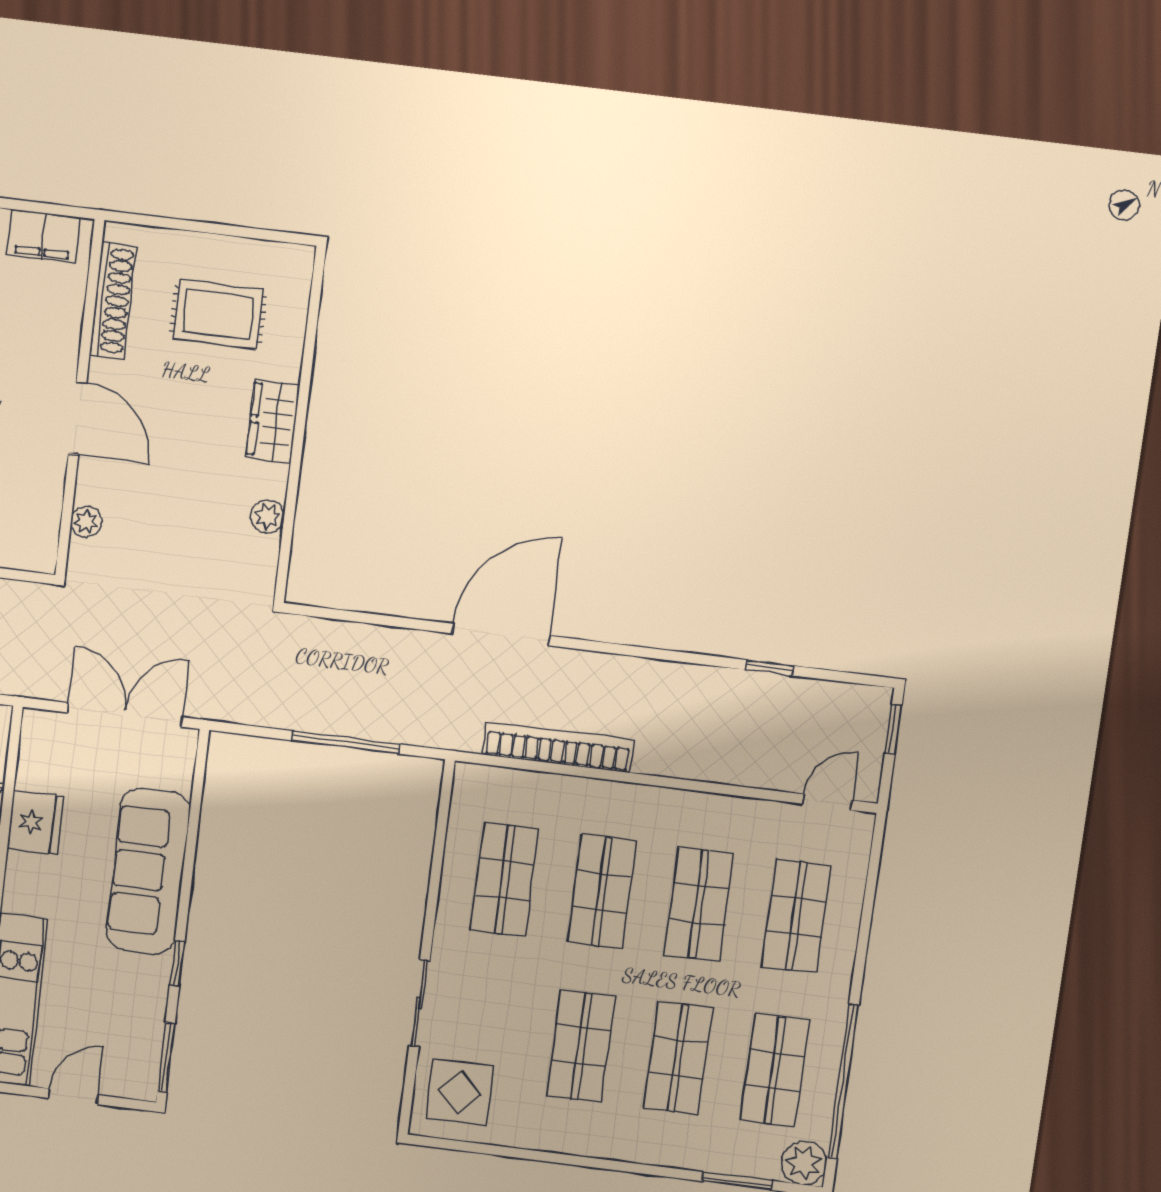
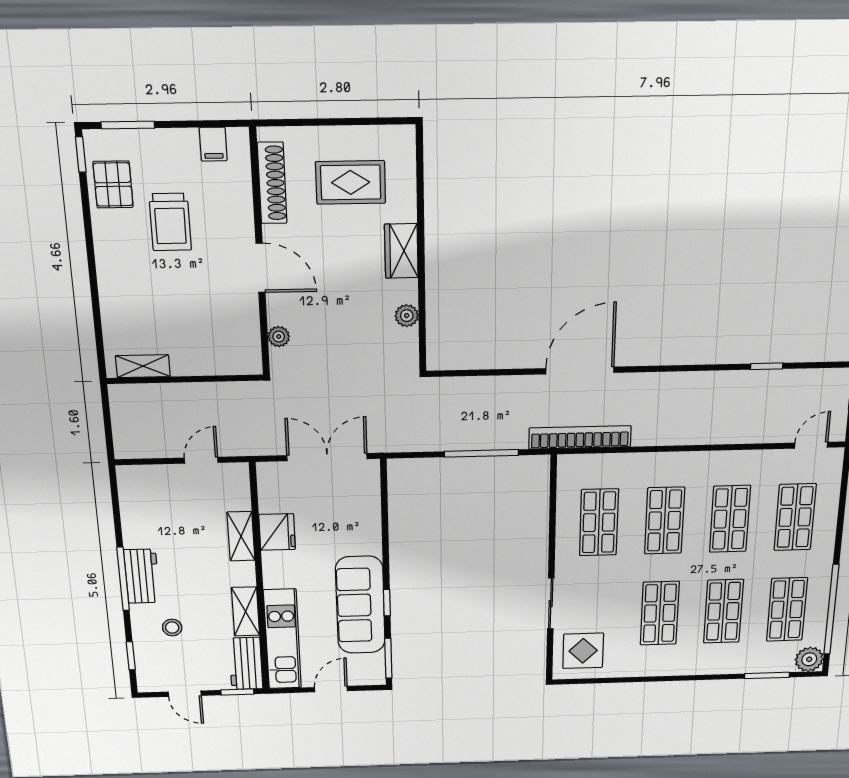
filing cabinet: (44, 236) -> (213, 144), width x0.50
bookcase: (558, 747) -> (580, 437), moved
sofa: (148, 871) -> (360, 605), moved

